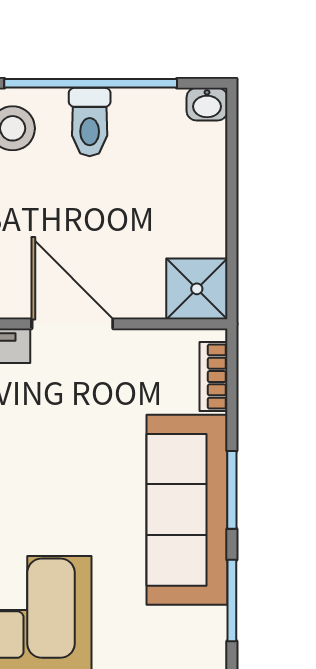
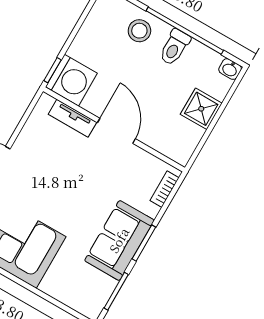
shower: (197, 289) -> (201, 109), moved
sofa: (187, 510) -> (119, 240), width x0.73

